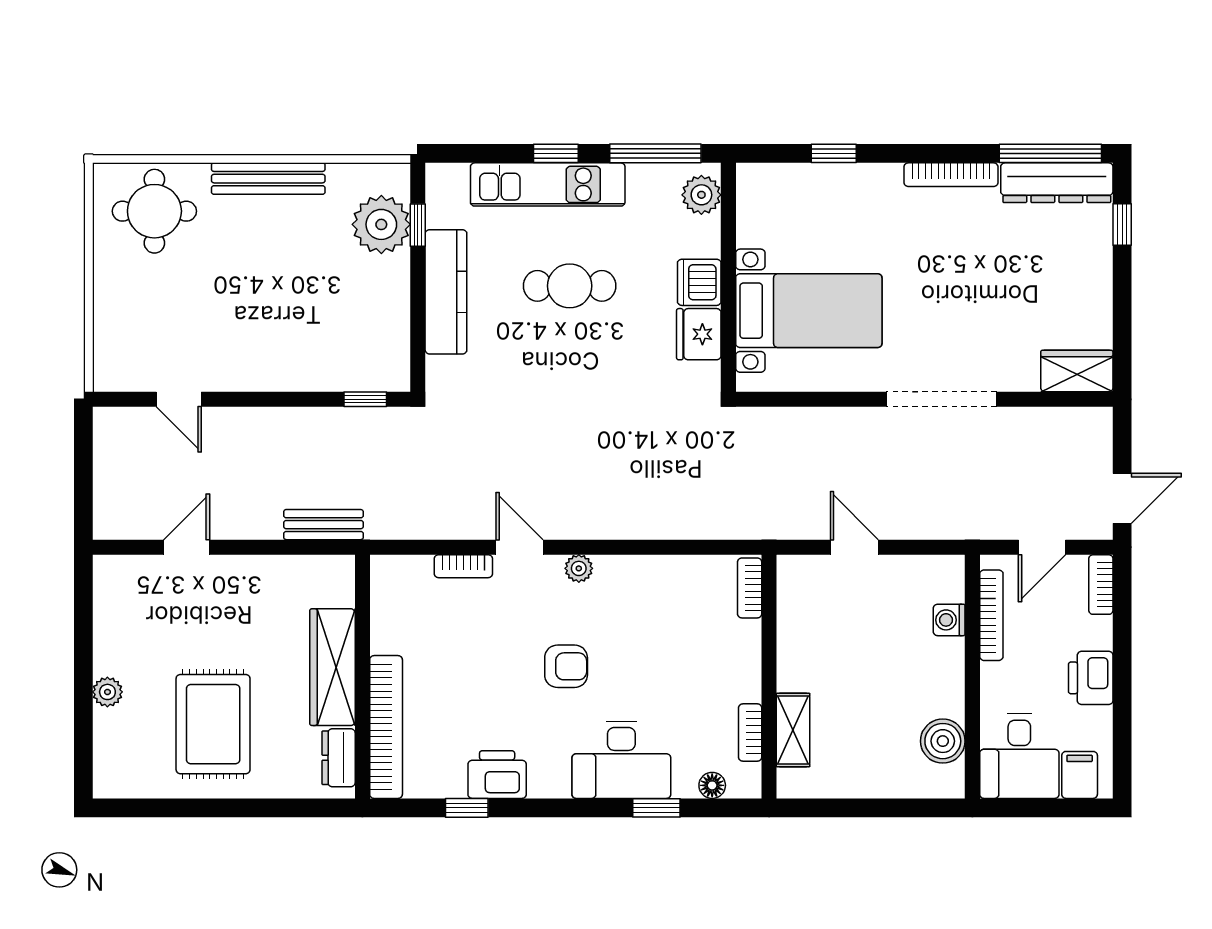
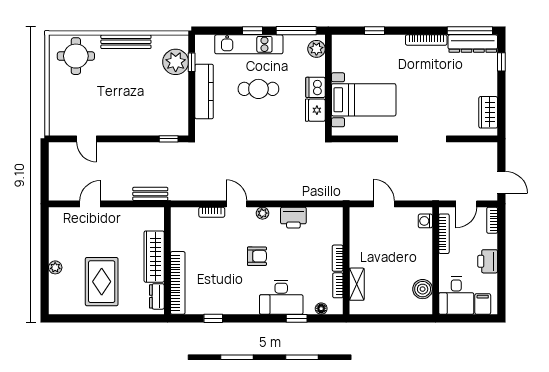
wardrobe: (1077, 371) -> (488, 112), moved, turned -90
door: (1122, 498) -> (501, 182), hinge flipped
bookcase: (750, 588) -> (338, 258), moved
washing machine: (949, 620) -> (425, 221), moved
printer: (497, 775) -> (293, 218), moved, turned 180

